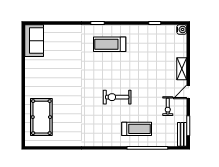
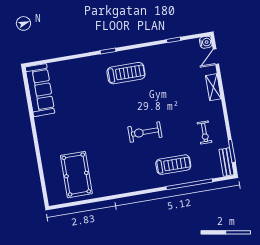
sofa: (34, 41) -> (40, 90), width x1.36
treadmill: (110, 44) -> (126, 73), turned 180
door: (188, 92) -> (216, 57), moved
pool table: (41, 117) -> (76, 175), moved

